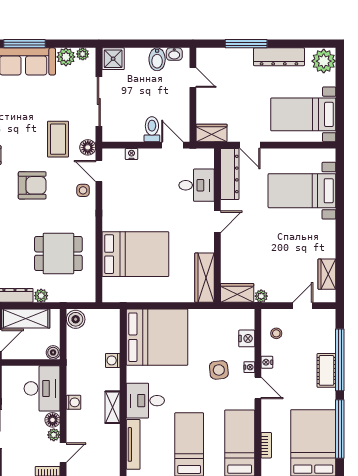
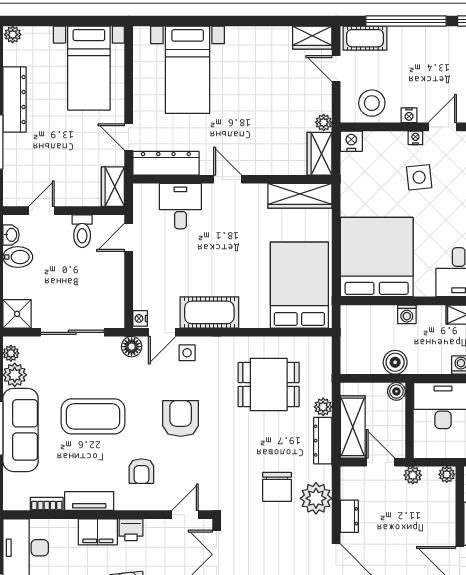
plant: (324, 61) -> (13, 35), width x0.53, depth x0.53
toilet: (152, 129) -> (82, 231), moved, turned -90
coffee table: (58, 139) -> (93, 416), moved, width x1.36, depth x1.32
door: (250, 145) -> (129, 137), swing flipped
nightstand: (132, 154) -> (140, 318), moved
cot: (114, 208) -> (209, 312), added
dining table: (58, 254) -> (269, 385), turned 90
bed: (135, 254) -> (299, 285), moved
wardrobe: (327, 274) -> (312, 38), moved
boiler: (76, 319) -> (395, 362), moved
stool: (276, 333) -> (372, 103), width x1.89, depth x1.89
nightstand: (247, 338) -> (351, 141), moved
cot: (326, 370) -> (365, 38), moved

